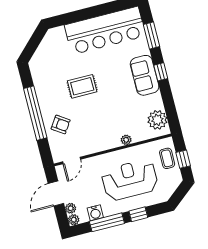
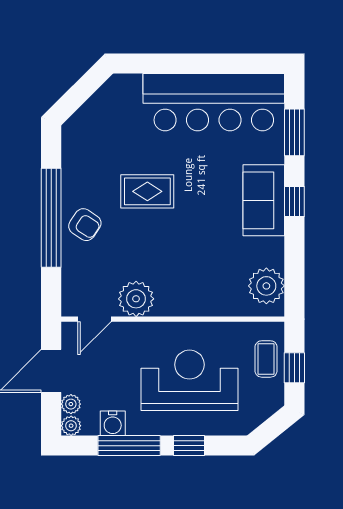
armchair: (61, 124) -> (85, 225), moved
plant: (126, 140) -> (136, 299), moved, width x1.88, depth x1.88

